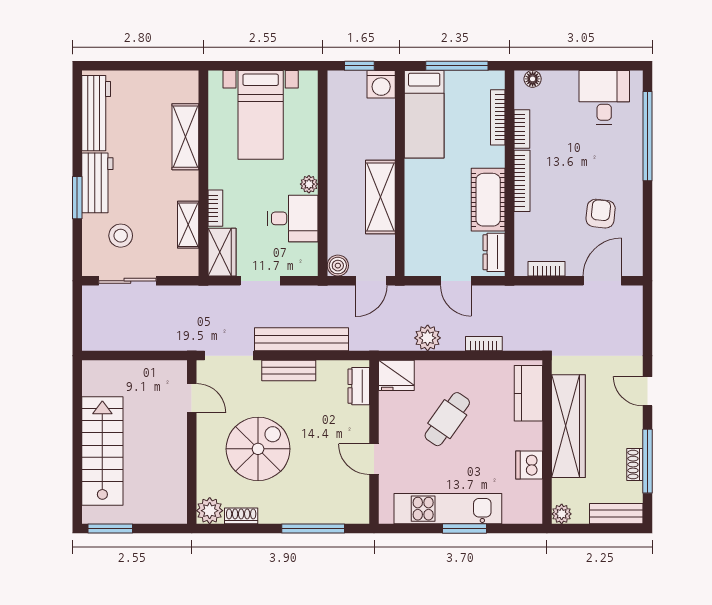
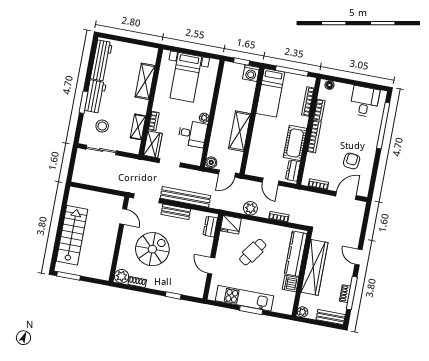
kitchen counter: (528, 393) -> (296, 254), width x1.50
window: (313, 528) -> (173, 295), width x0.46

